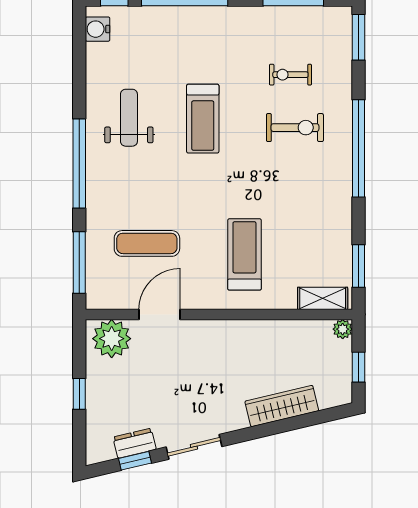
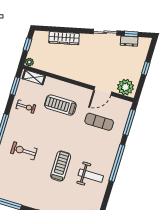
exercise bike: (290, 75) -> (26, 107), moved
weight bench: (129, 118) -> (91, 176), turned -90
treadmill: (244, 254) -> (60, 105), turned 90

